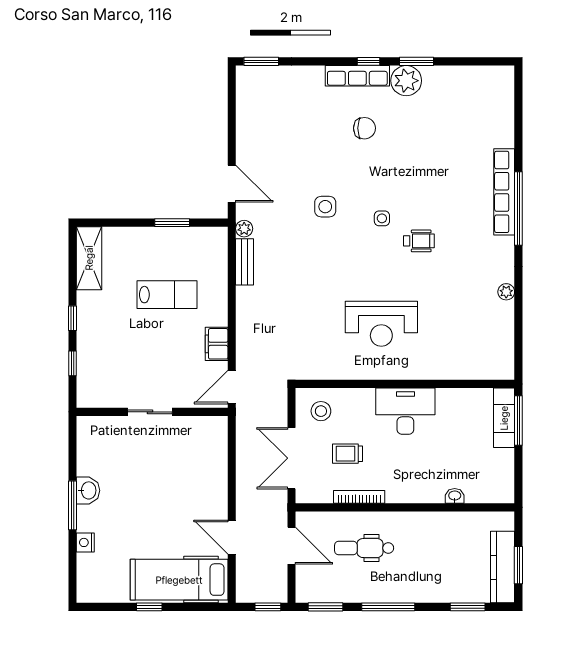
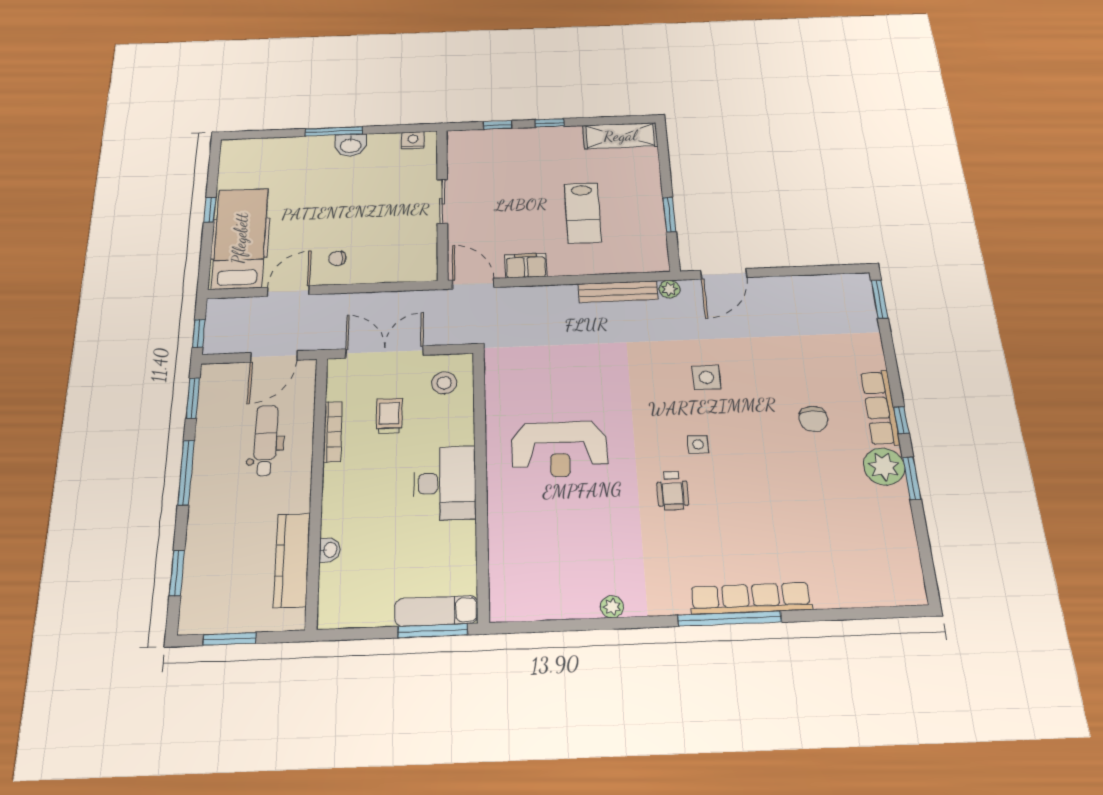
bench: (245, 262) -> (618, 292), width x1.36
reception desk: (381, 324) -> (560, 449), turned -90
chair: (202, 498) -> (337, 258), added
nightstand: (85, 542) -> (413, 140), moved
kitchen counter: (503, 567) -> (292, 560), moved, turned -90

